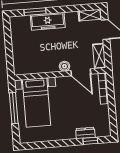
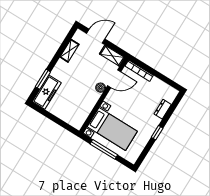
shelving: (90, 15) -> (69, 51), moved
freezer: (48, 21) -> (47, 92), moved
window: (90, 141) -> (157, 133), moved

